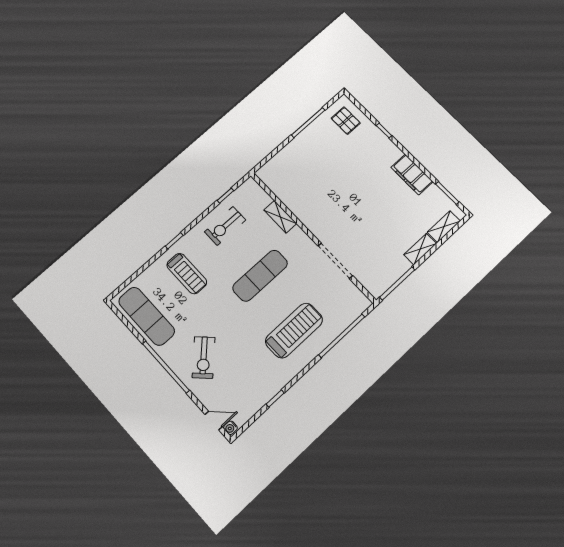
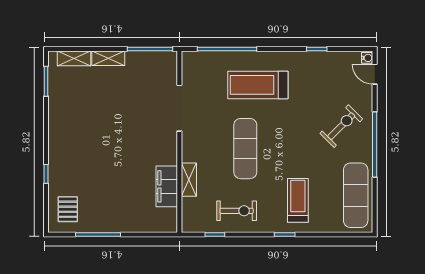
filing cabinet: (412, 174) -> (167, 186), moved, turned 180
exercise mat: (260, 276) -> (245, 149), turned 90

